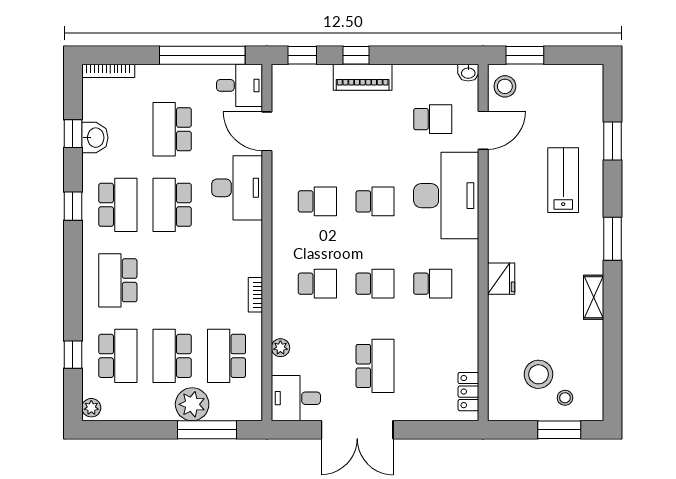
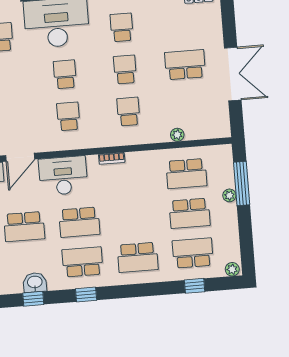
bookcase: (255, 295) -> (112, 158), moved
desk: (296, 398) -> (213, 121), removed
plant: (192, 404) -> (229, 195), width x0.53, depth x0.53

